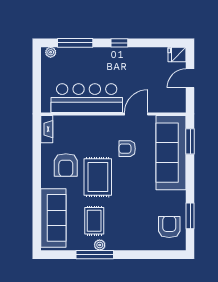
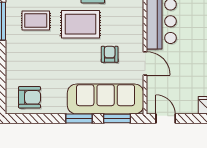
door: (190, 78) -> (166, 119), moved
window: (190, 216) -> (79, 119), moved
plant: (100, 245) -> (11, 26), removed

